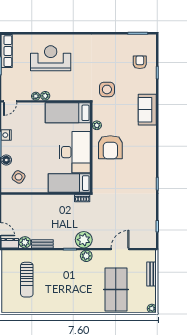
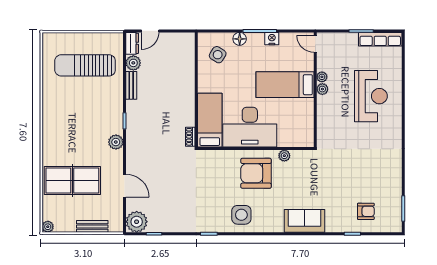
side table: (107, 89) -> (241, 215), moved
bed: (68, 113) -> (285, 85), moved, turned -90
plant: (84, 240) -> (137, 222), moved
sun lounger: (27, 280) -> (85, 65), width x1.36, depth x1.34

